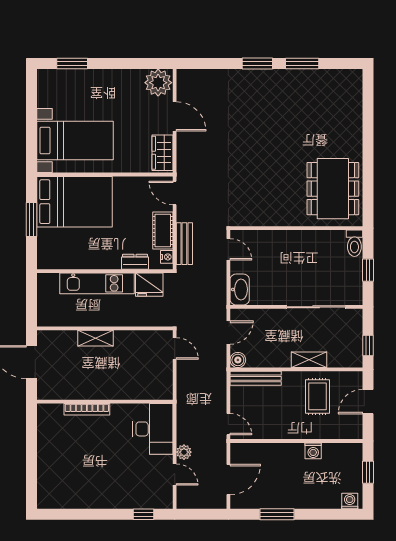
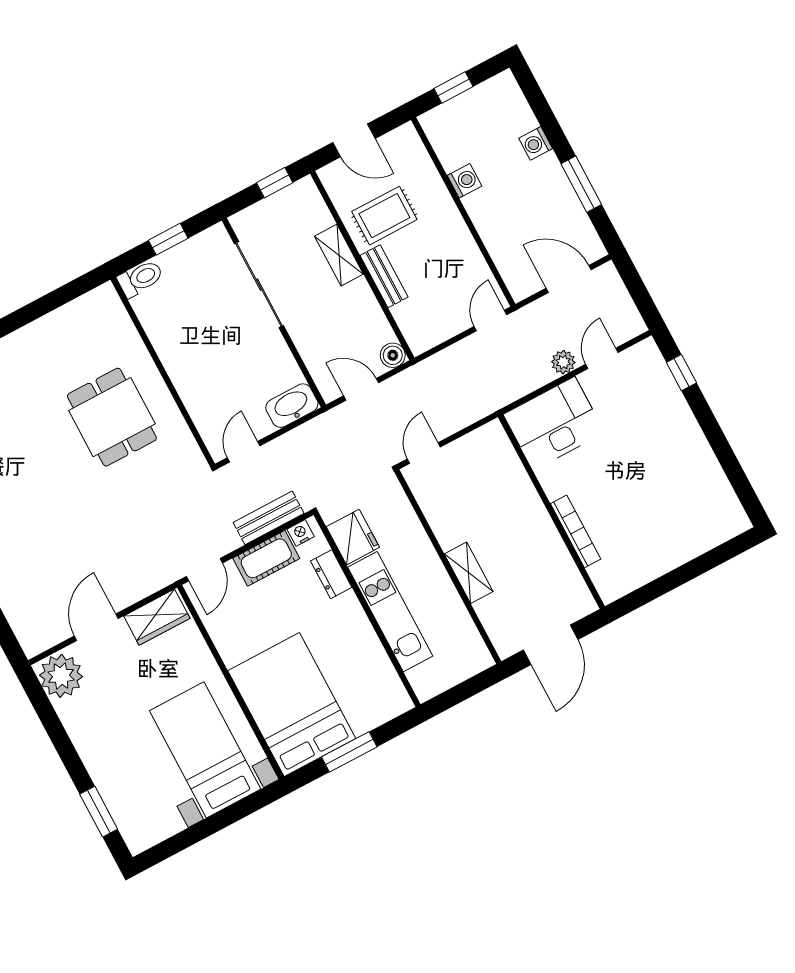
dining table: (333, 189) -> (112, 417), moved, width x0.73
bench: (256, 378) -> (384, 276), moved, width x0.73
washing machine: (350, 501) -> (536, 143), moved

